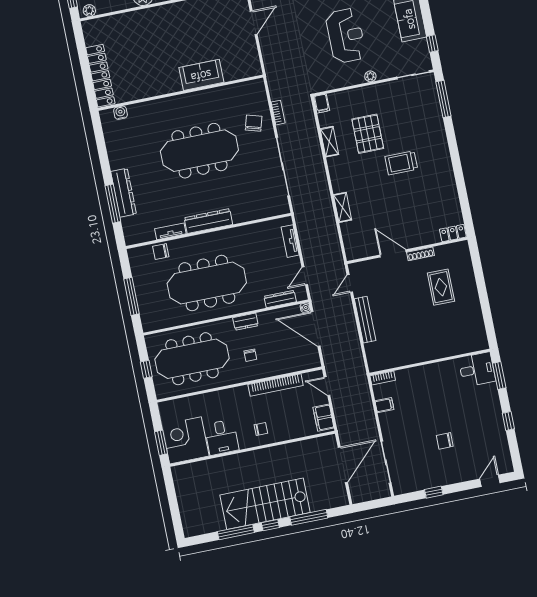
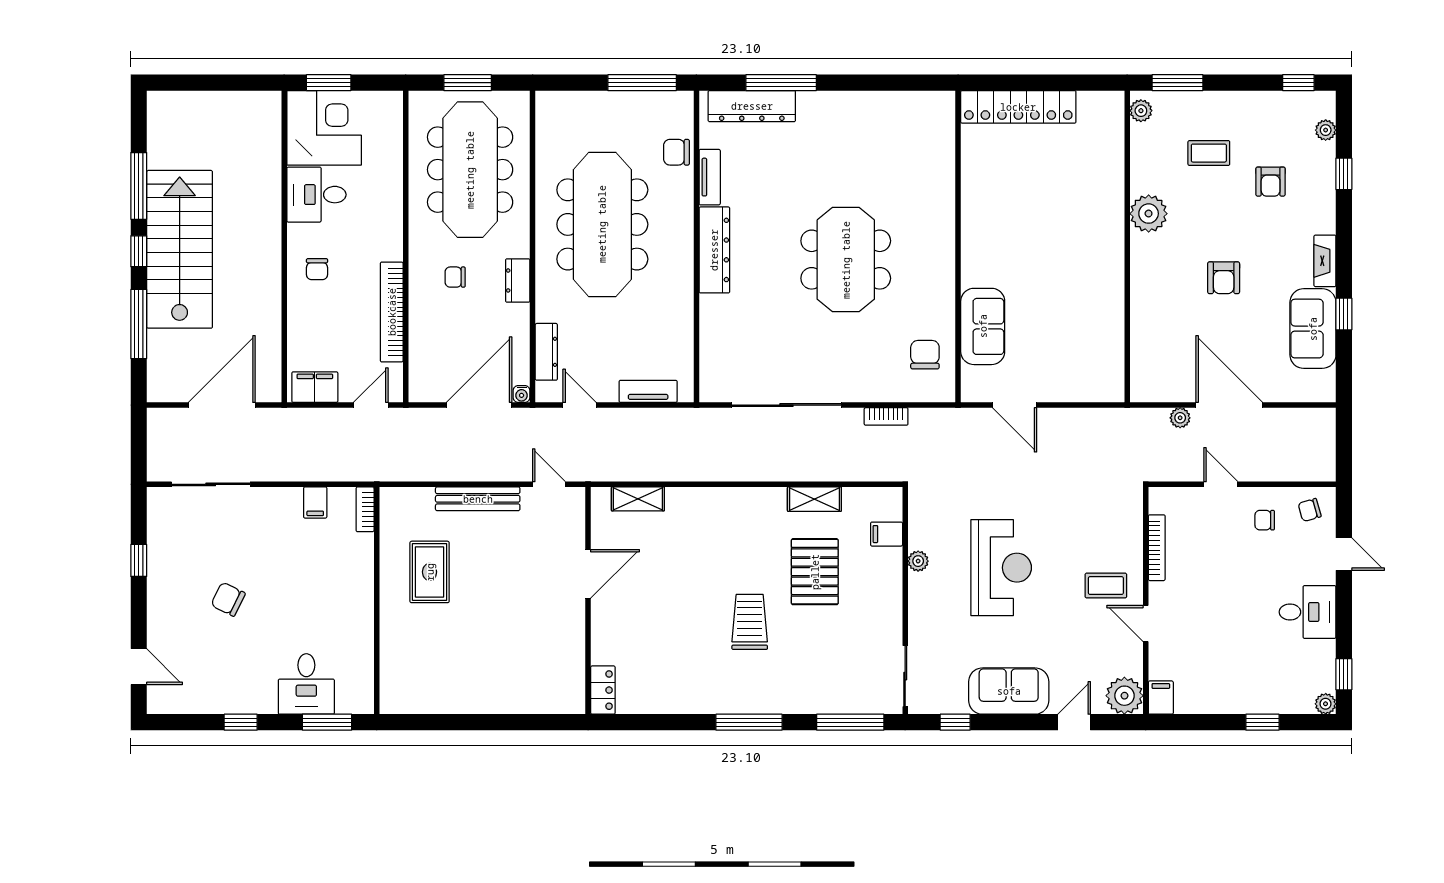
door: (254, 23) -> (1015, 405), moved
reception desk: (346, 36) -> (1001, 568), turned -90
sofa: (201, 75) -> (983, 326), moved
plant: (370, 76) -> (918, 561), moved
filing cabinet: (322, 104) -> (887, 534), moved
water cooler: (121, 113) -> (944, 130), removed
chair: (254, 123) -> (925, 355), moved, turned -106
pallet: (368, 134) -> (815, 572), turned 90
meeting table: (199, 151) -> (846, 260), width x0.73
window: (454, 152) -> (749, 722), added
dresser: (124, 193) -> (752, 106), moved
shelving: (343, 207) -> (638, 499), moved
chair: (161, 252) -> (676, 152), turned -90
shoe rack: (420, 254) -> (577, 624), removed
rug: (441, 287) -> (430, 572), moved, turned 90
window: (132, 296) -> (642, 83), moved
window: (146, 369) -> (468, 83), width x1.50
desk: (477, 370) -> (306, 684), moved
chair: (445, 441) -> (228, 599), turned -64
door: (343, 465) -> (222, 405), swing flipped

